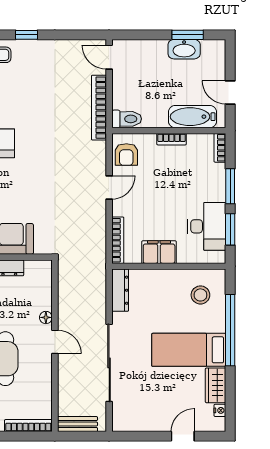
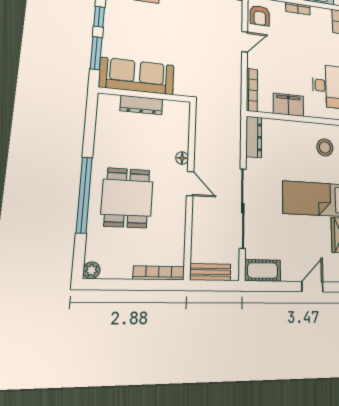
cot: (130, 422) -> (263, 270), added

